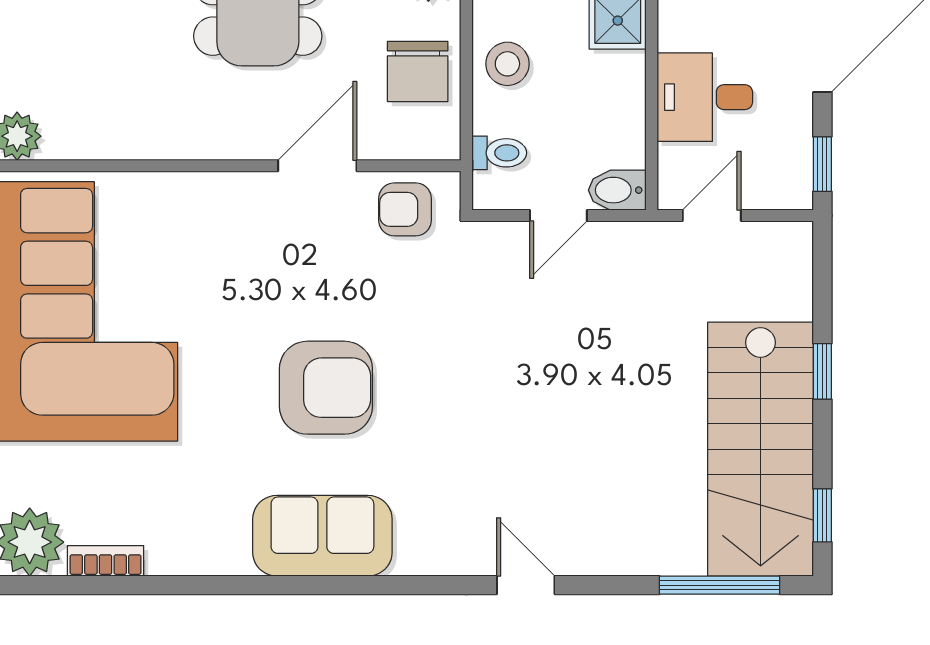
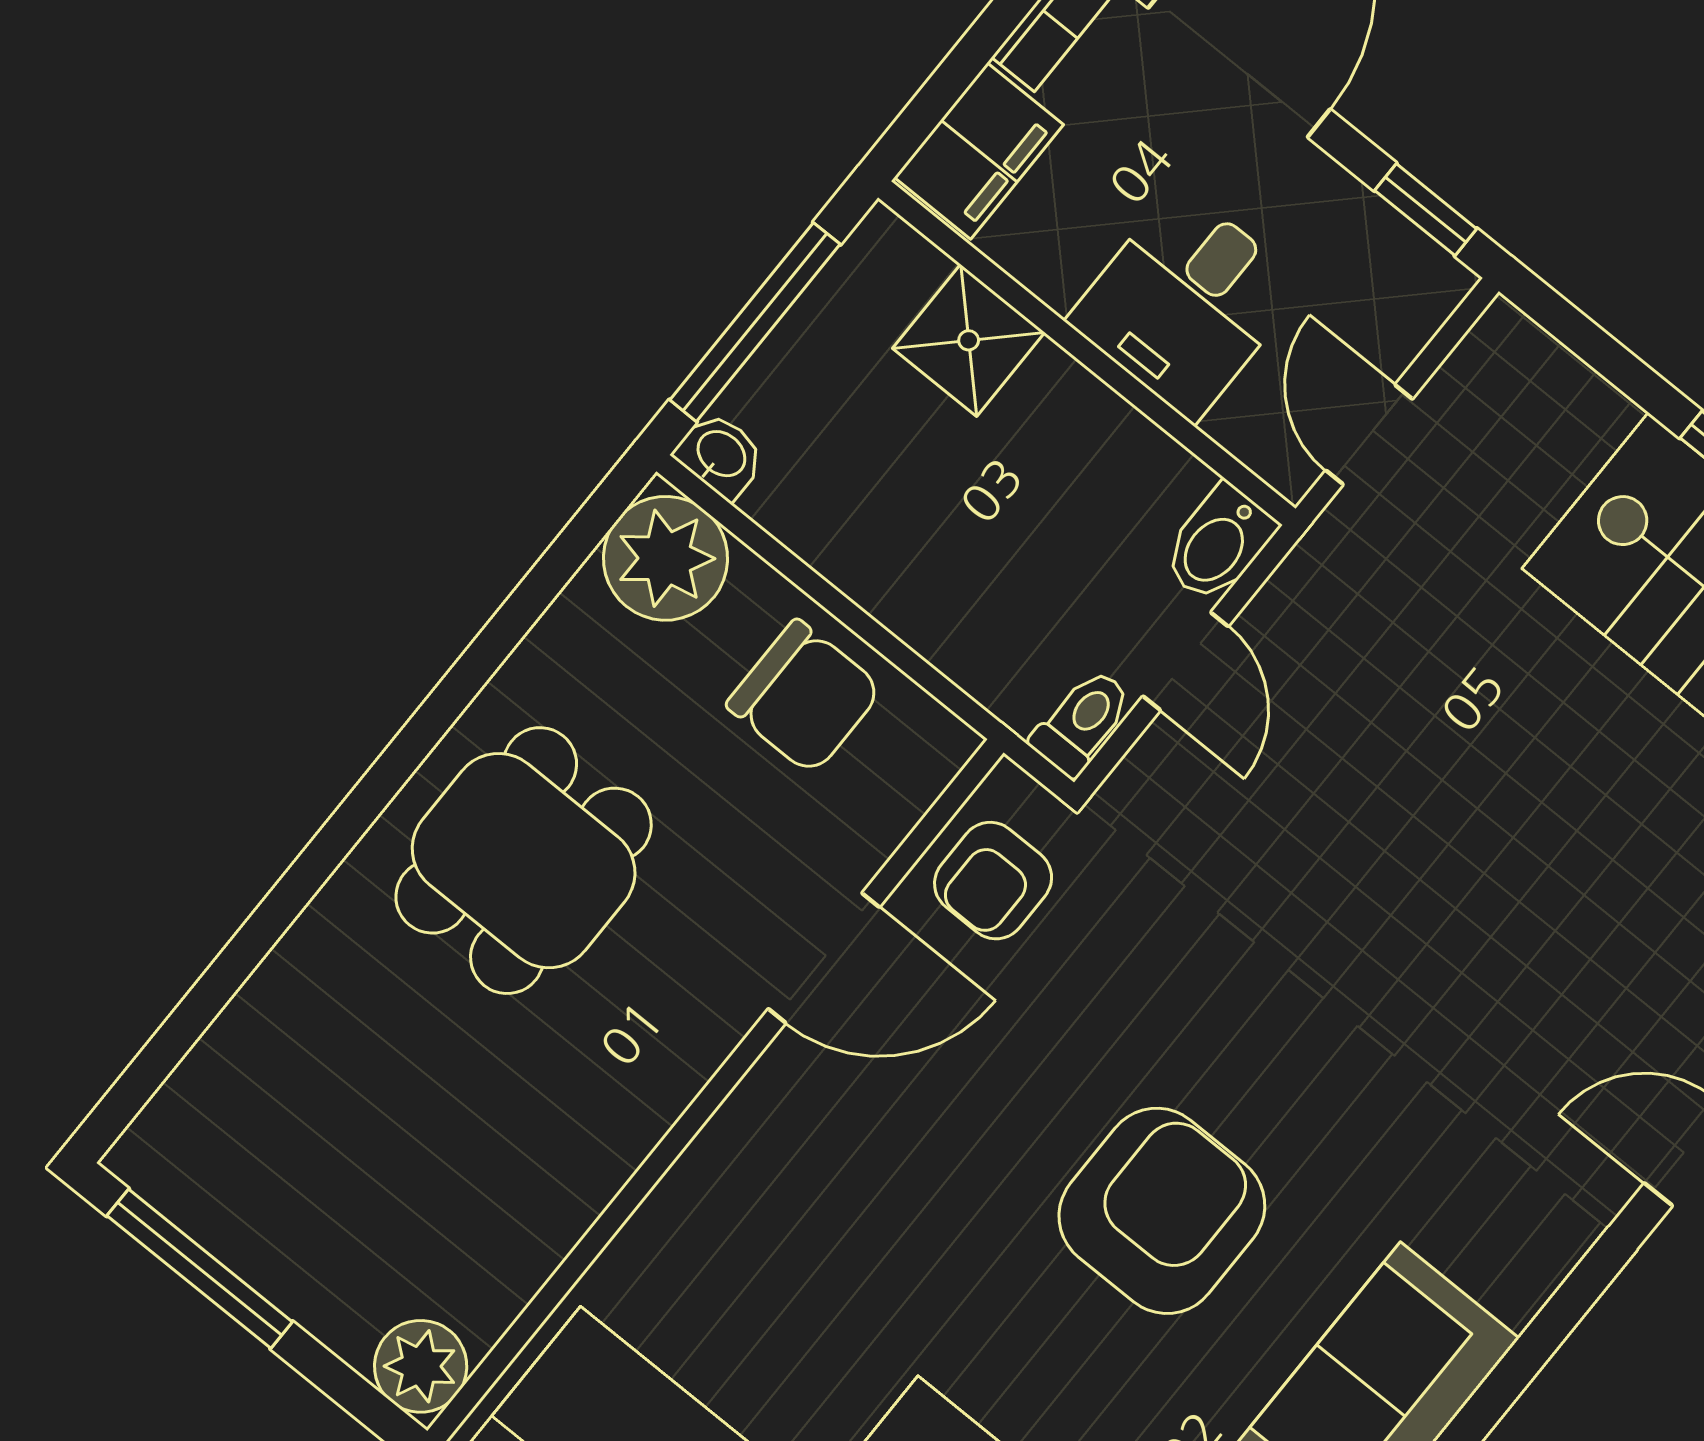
stool: (507, 64) -> (901, 555), removed
toilet: (499, 153) -> (1082, 722), moved
door: (317, 166) -> (824, 958), swing flipped

